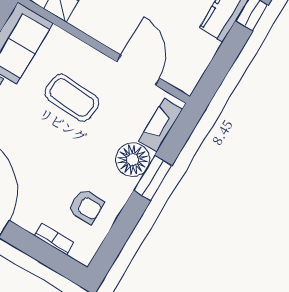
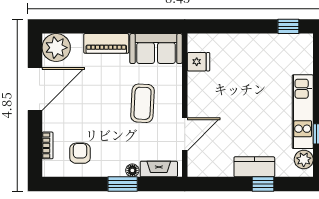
floor lamp: (133, 160) -> (132, 170), width x0.53, depth x0.53
armchair: (86, 206) -> (80, 153), turned 180

